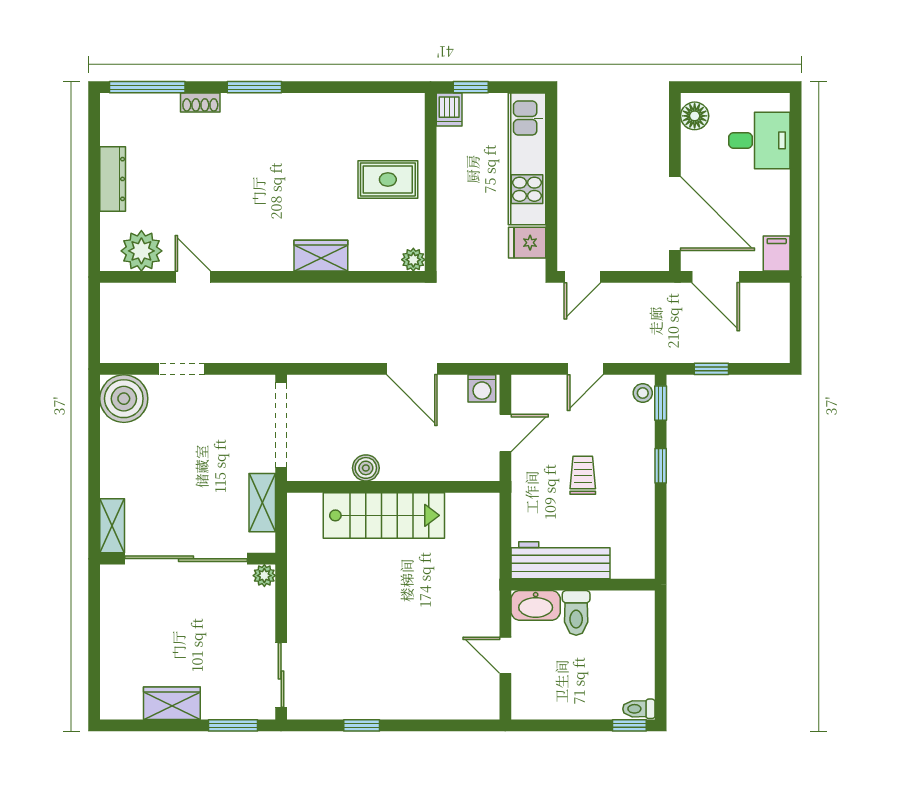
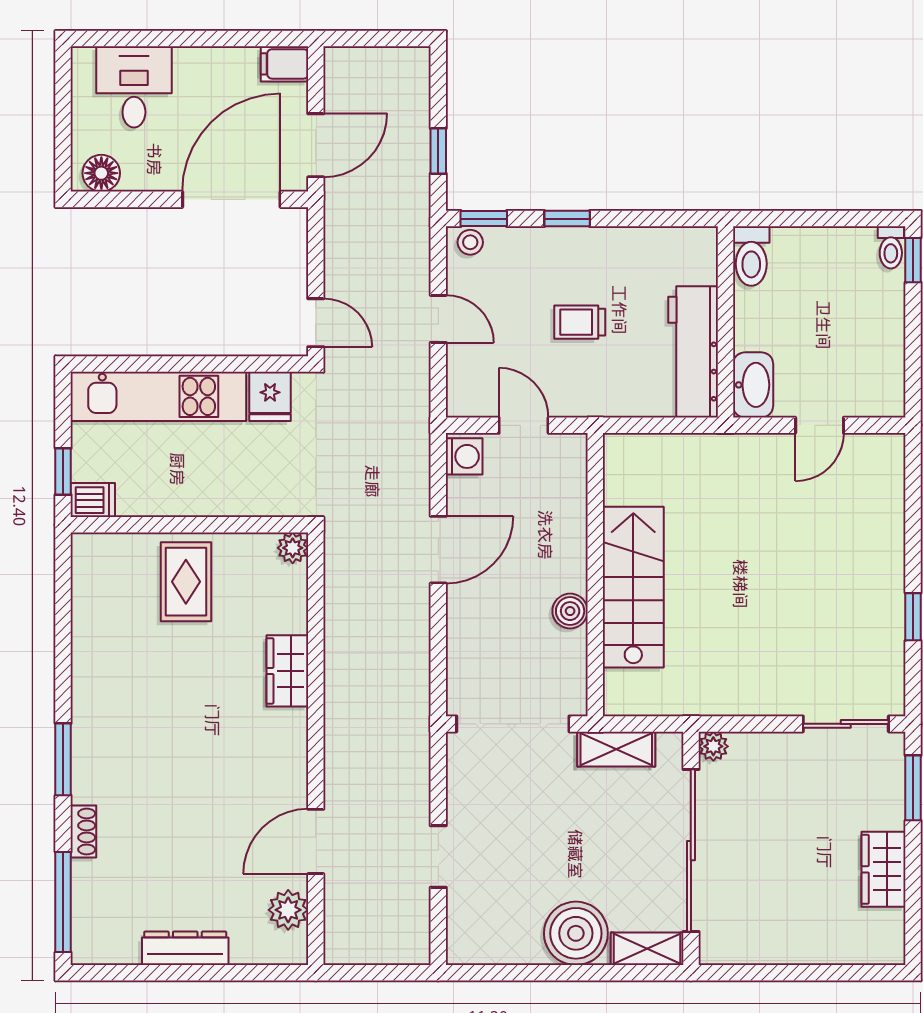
plant: (141, 251) -> (288, 910), width x0.73, depth x0.73
door: (193, 277) -> (316, 841), width x1.37
boiler: (124, 399) -> (576, 933), moved
toilet: (576, 613) -> (751, 256), moved, turned 90

